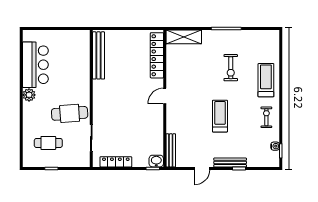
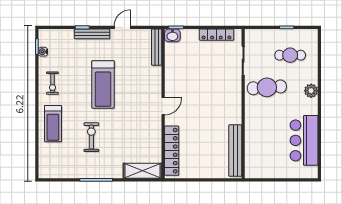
plant: (29, 95) -> (311, 91), moved
treadmill: (220, 116) -> (103, 84), width x1.37, depth x1.38

